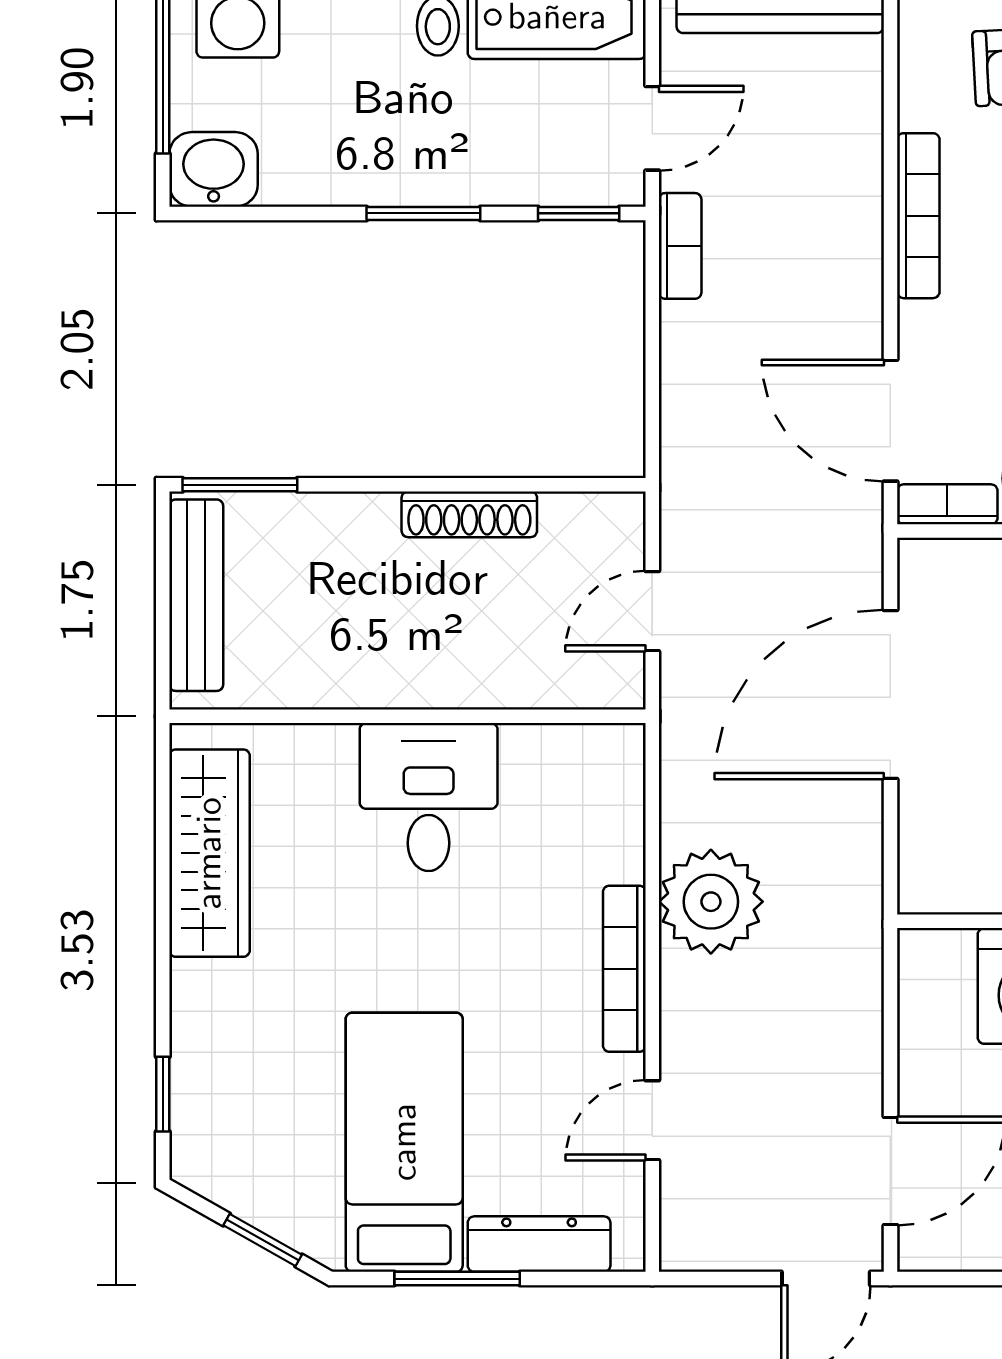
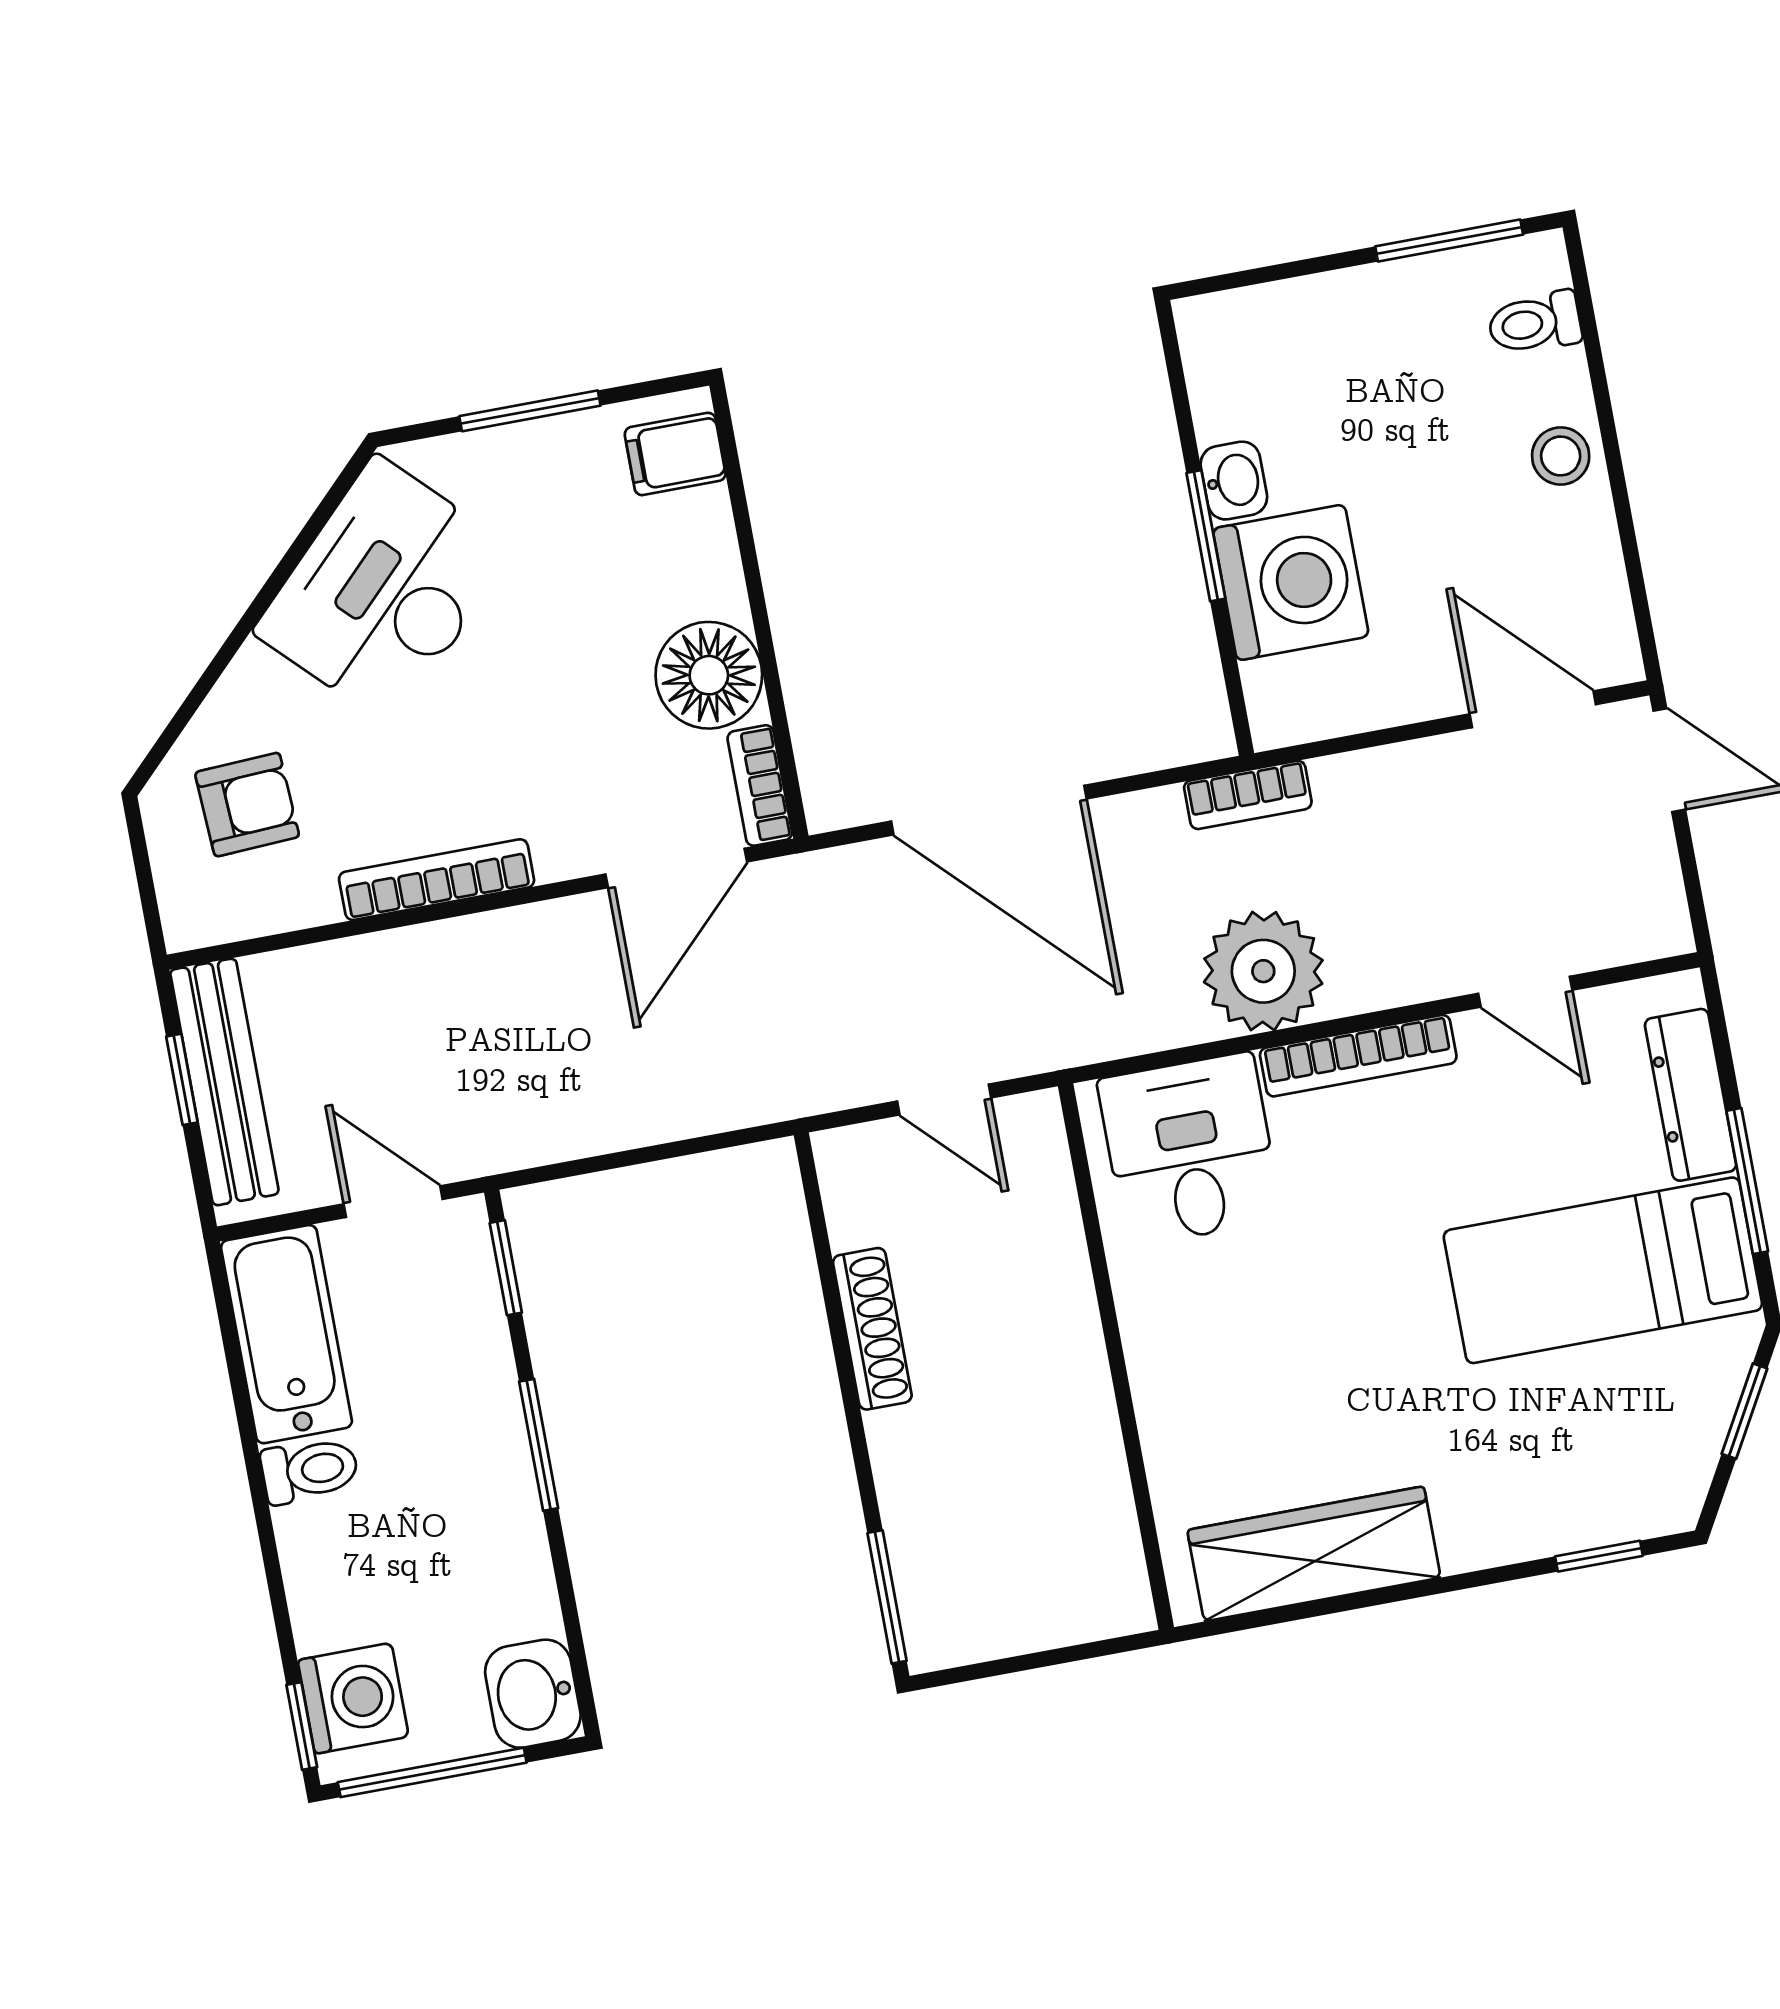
bookcase: (680, 246) -> (1248, 795), moved, turned 180
bench: (196, 595) -> (1022, 1623), removed
desk: (429, 797) -> (1190, 1149), moved, turned 90

